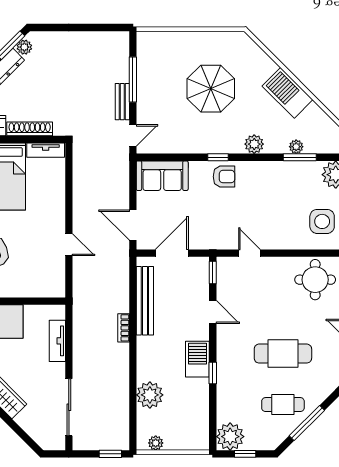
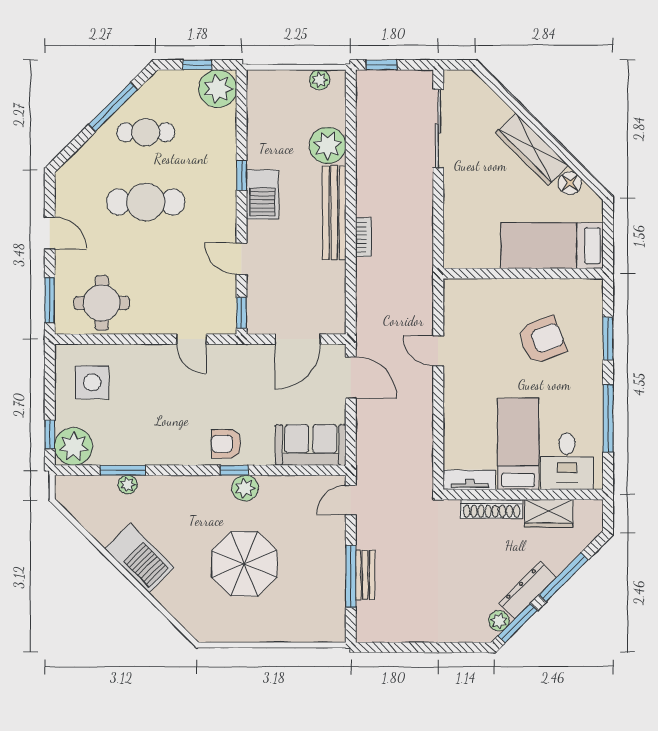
bench: (122, 102) -> (365, 575), moved
plant: (254, 144) -> (245, 488), moved
bench: (145, 301) -> (334, 213), moved
tv unit: (57, 341) -> (454, 219), removed

